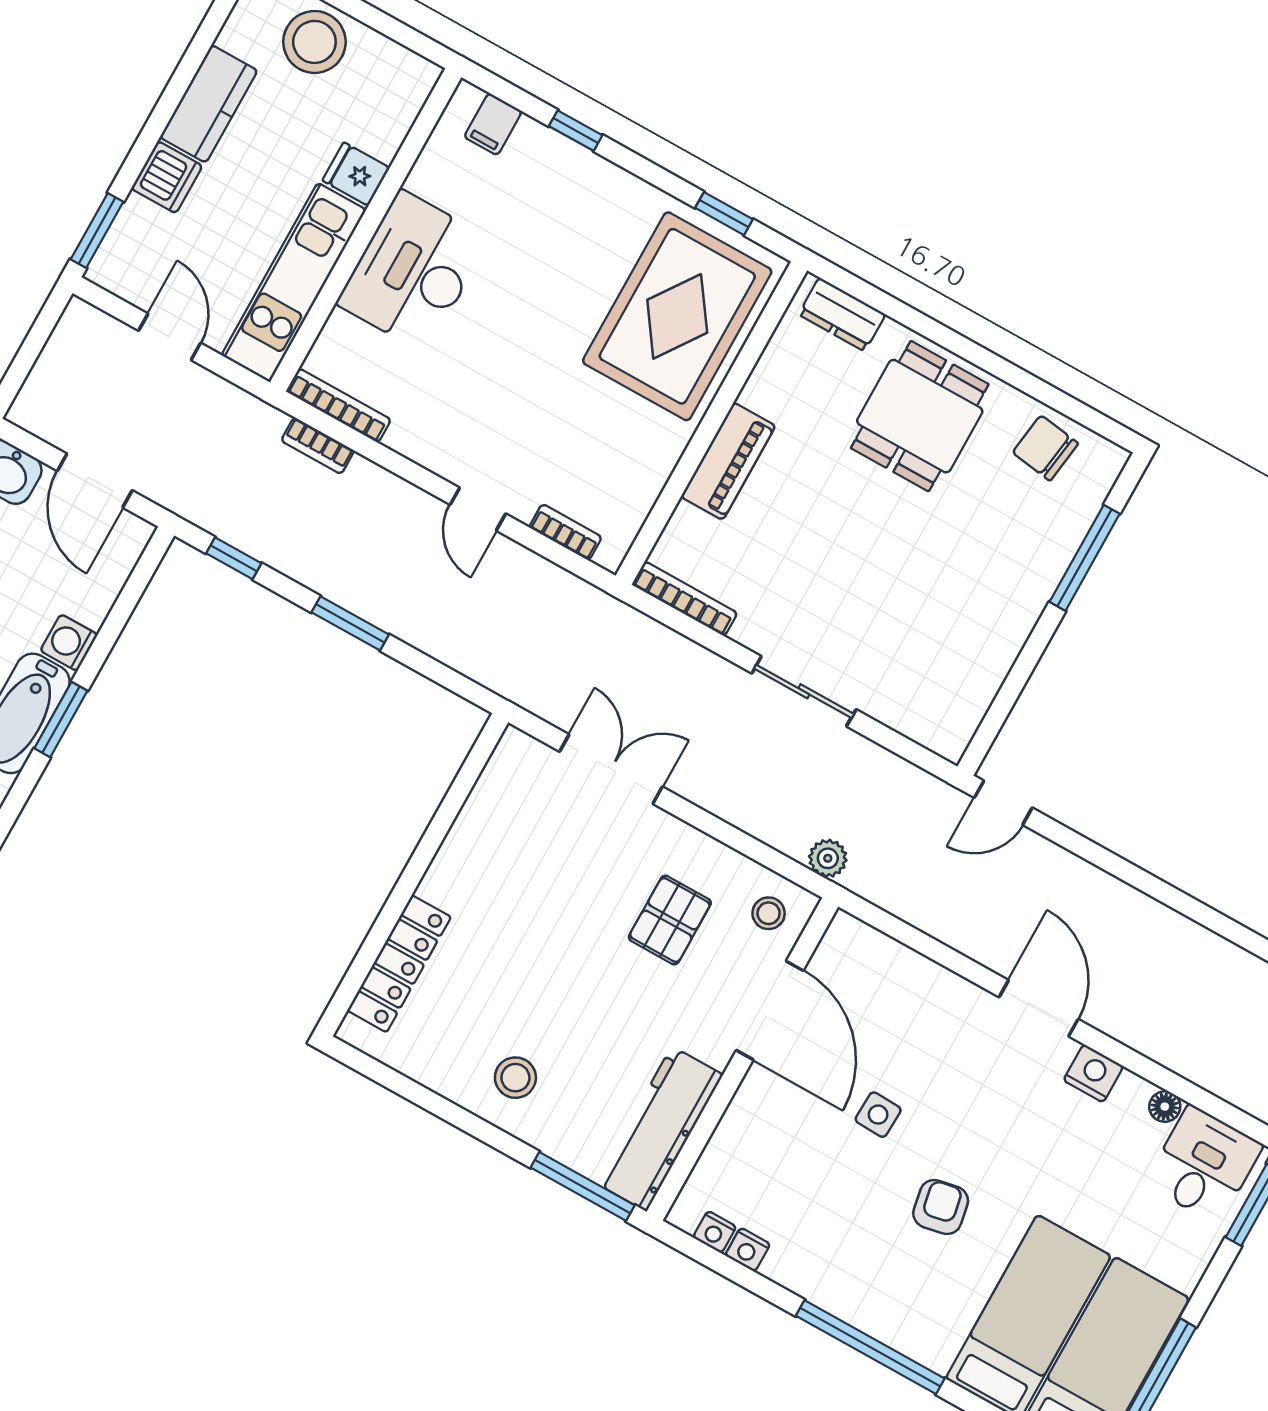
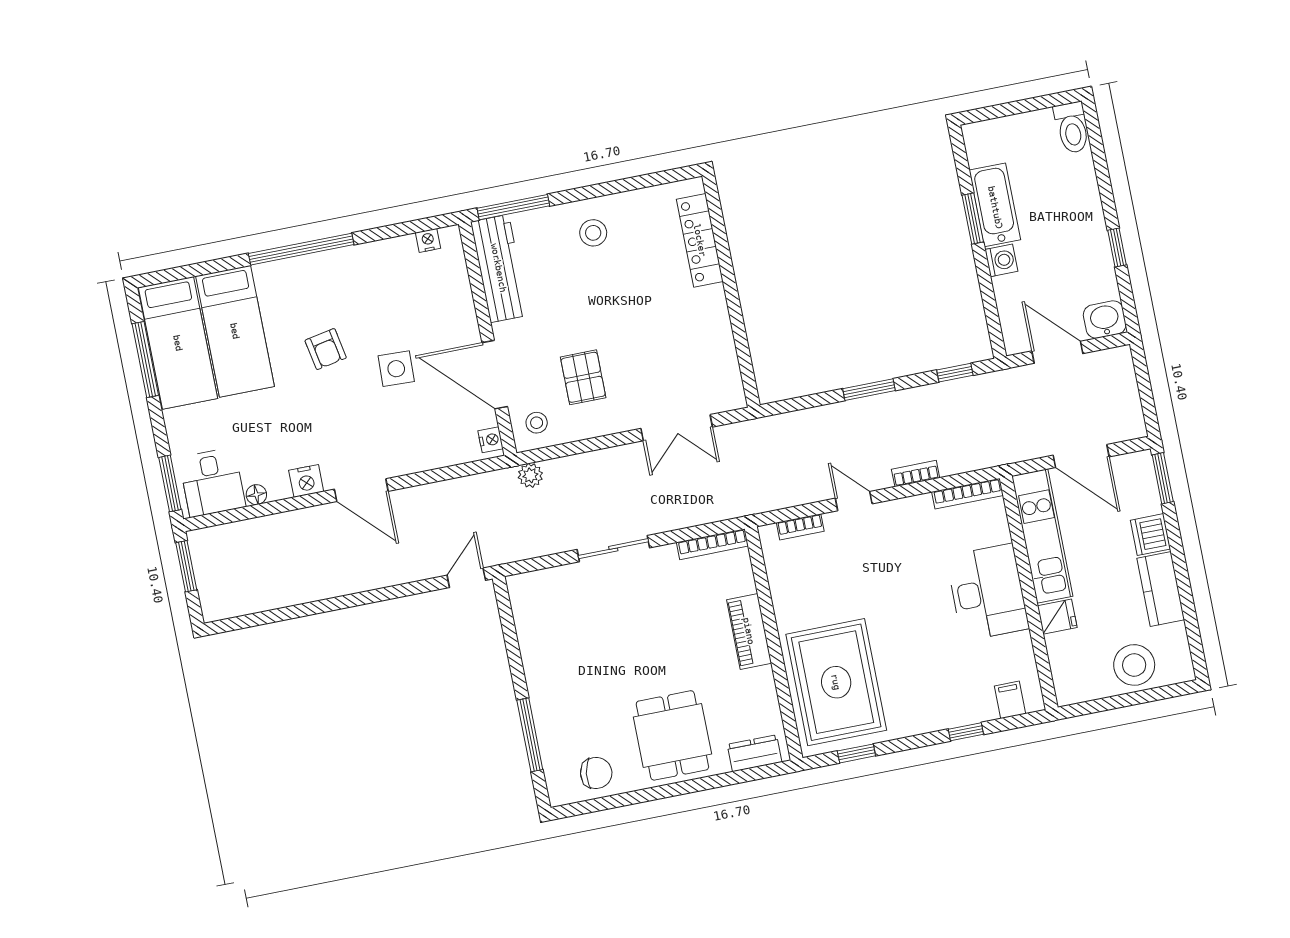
door: (170, 337) -> (1081, 456), width x1.38
bookcase: (318, 446) -> (916, 474), moved
side table: (878, 1115) -> (396, 369), width x1.37, depth x1.37
nightstand: (748, 1250) -> (491, 440), moved, turned 90

